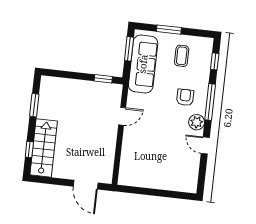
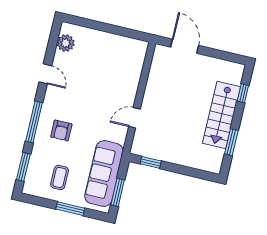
window: (215, 61) -> (23, 167), width x1.50
plant: (197, 122) -> (66, 43), moved
stairs: (44, 148) -> (221, 115), moved

